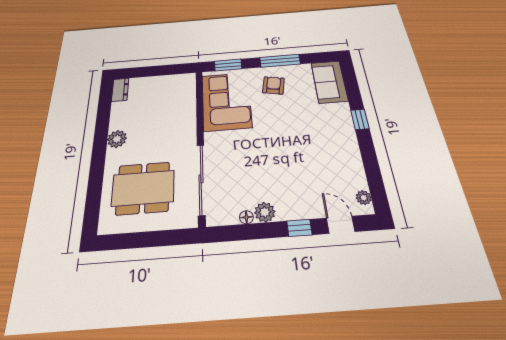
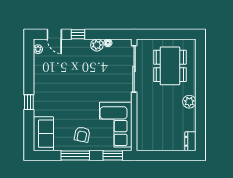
dining table: (143, 188) -> (170, 66), turned 90

